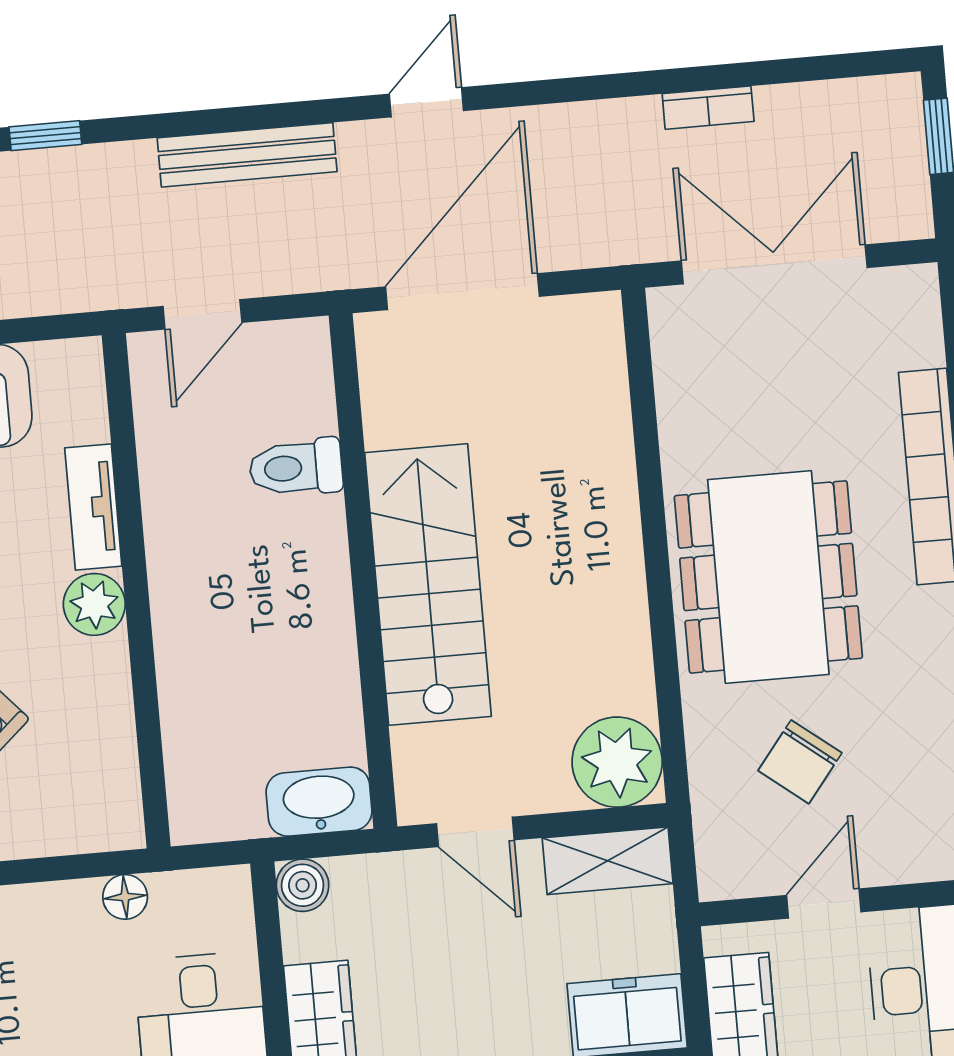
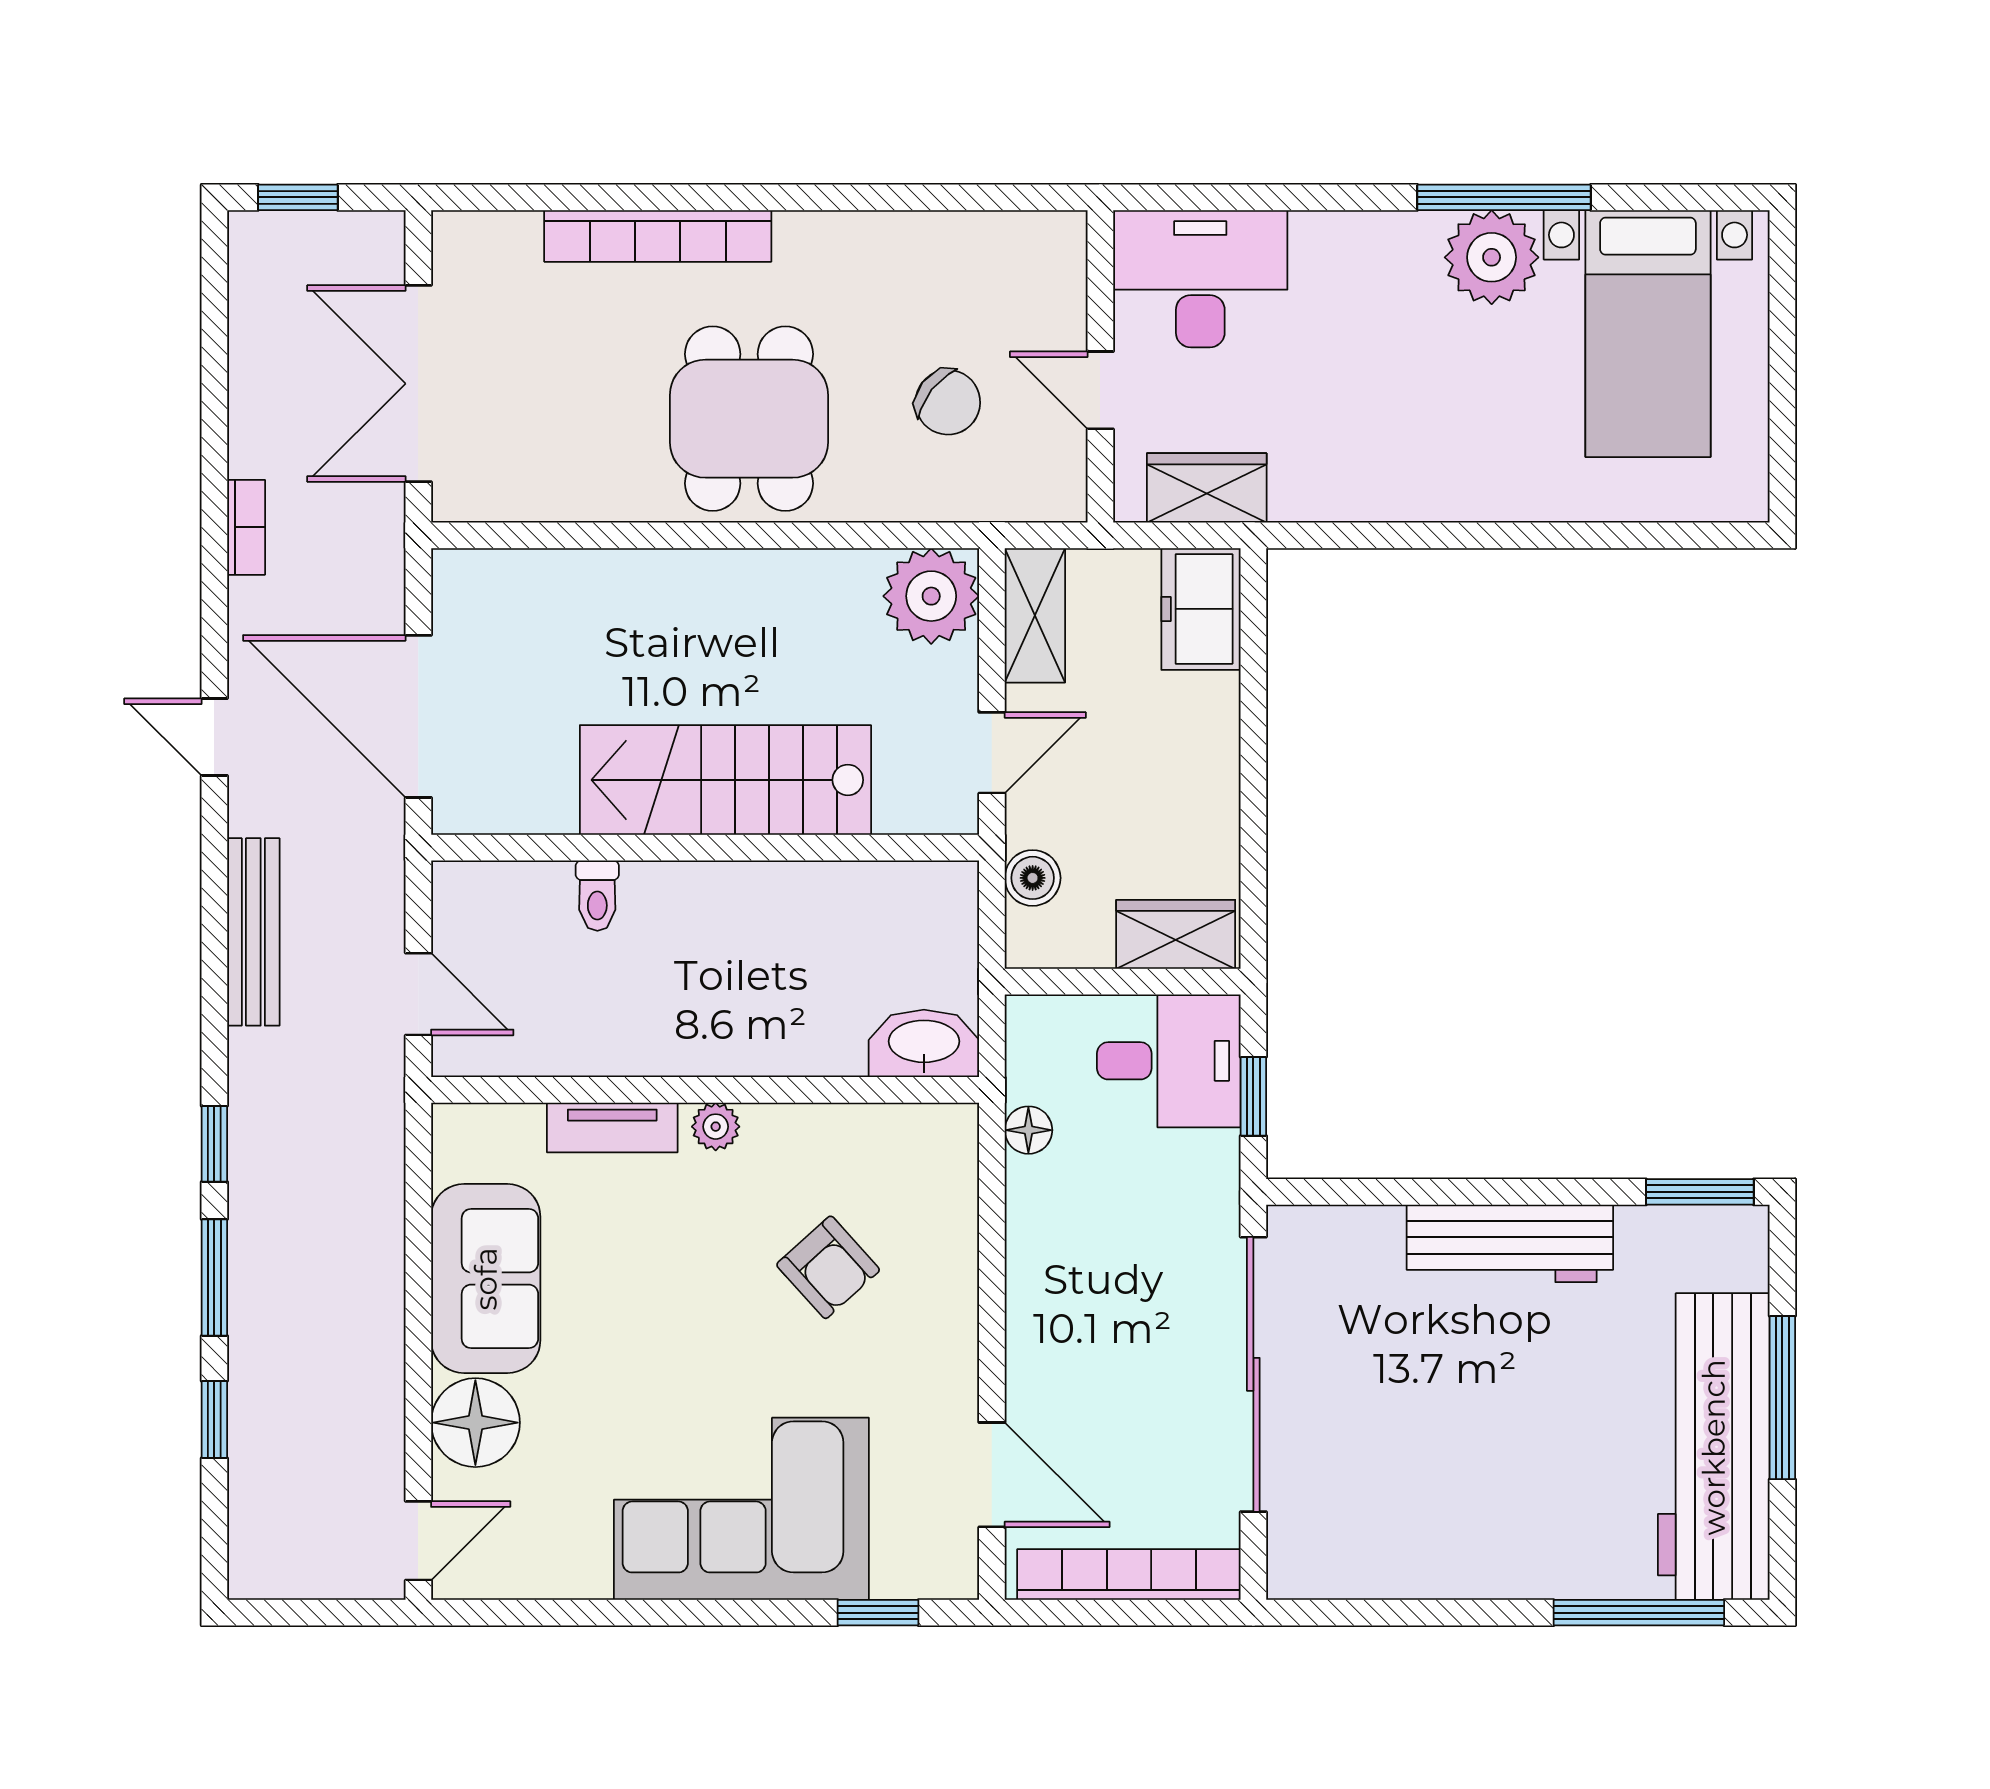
bookcase: (708, 108) -> (246, 527), moved
toilet: (296, 468) -> (597, 896), width x0.73, depth x0.72
dining table: (768, 577) -> (749, 419), width x0.73
plant: (94, 604) -> (716, 1127), width x0.73, depth x0.73
washbasin: (319, 802) -> (924, 1043), moved, turned 90
boiler: (303, 885) -> (1033, 878), moved

